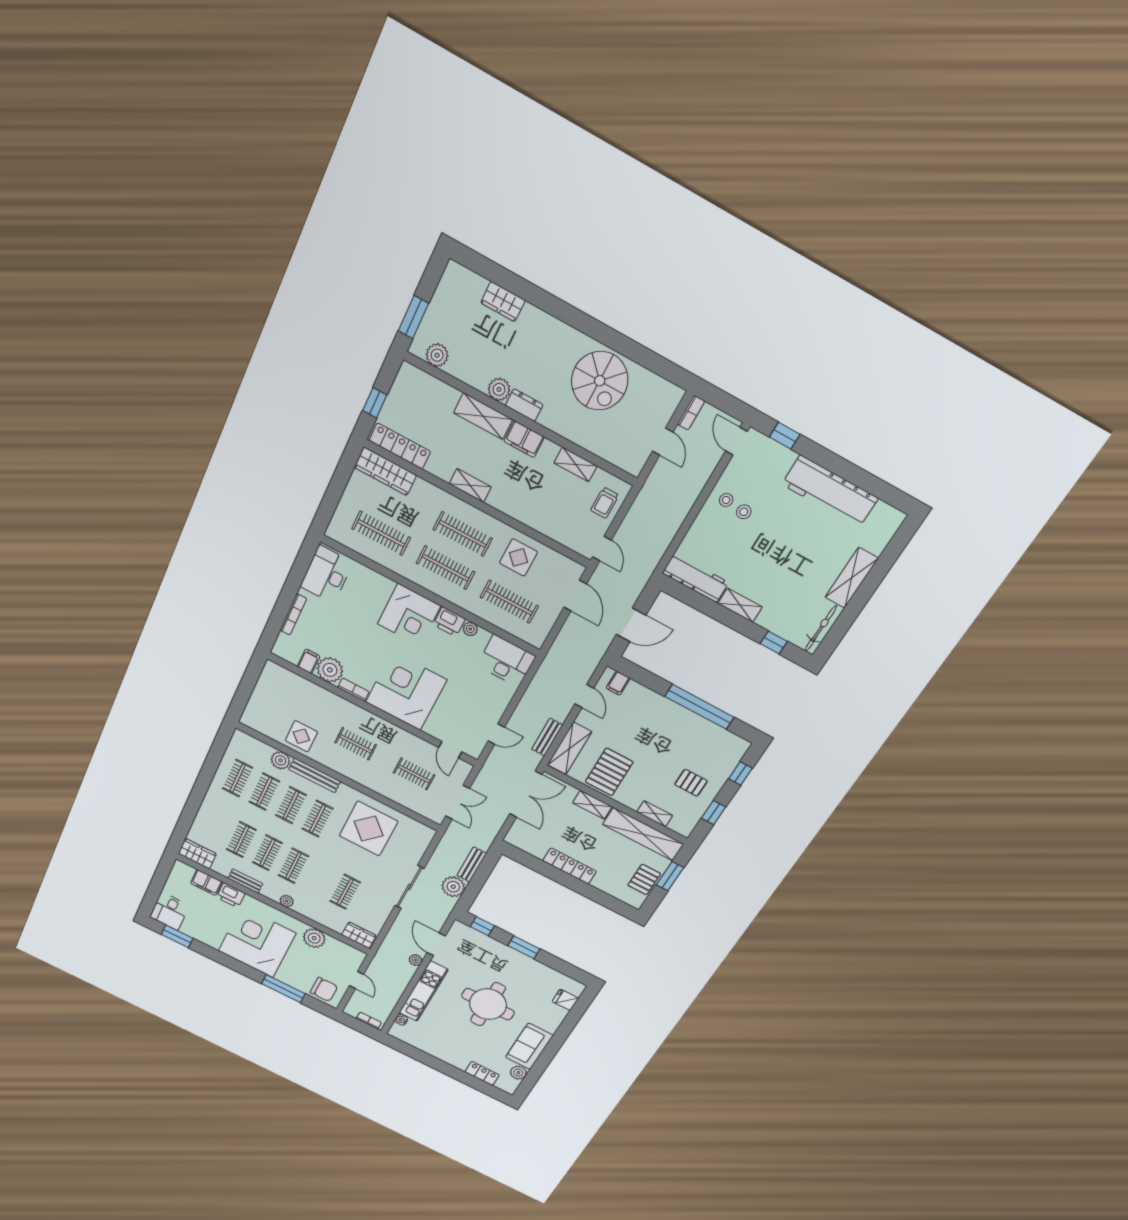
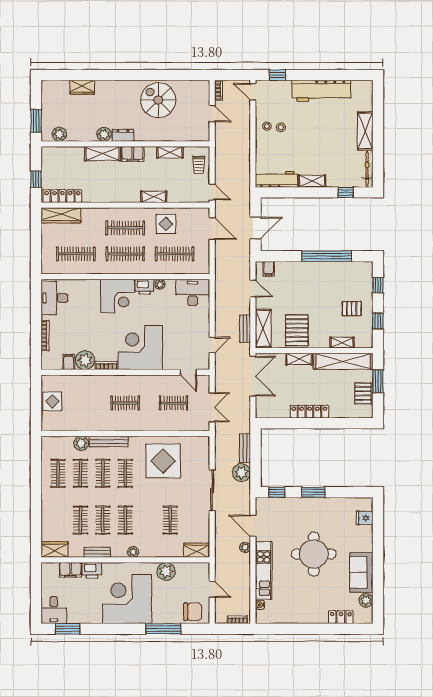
spiral stairs: (600, 381) -> (158, 100), turned 180
shelving: (470, 485) -> (154, 197), moved
display table: (301, 736) -> (52, 401), moved

